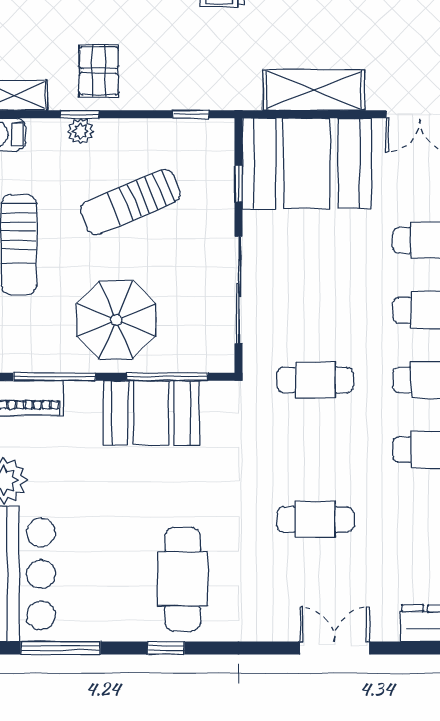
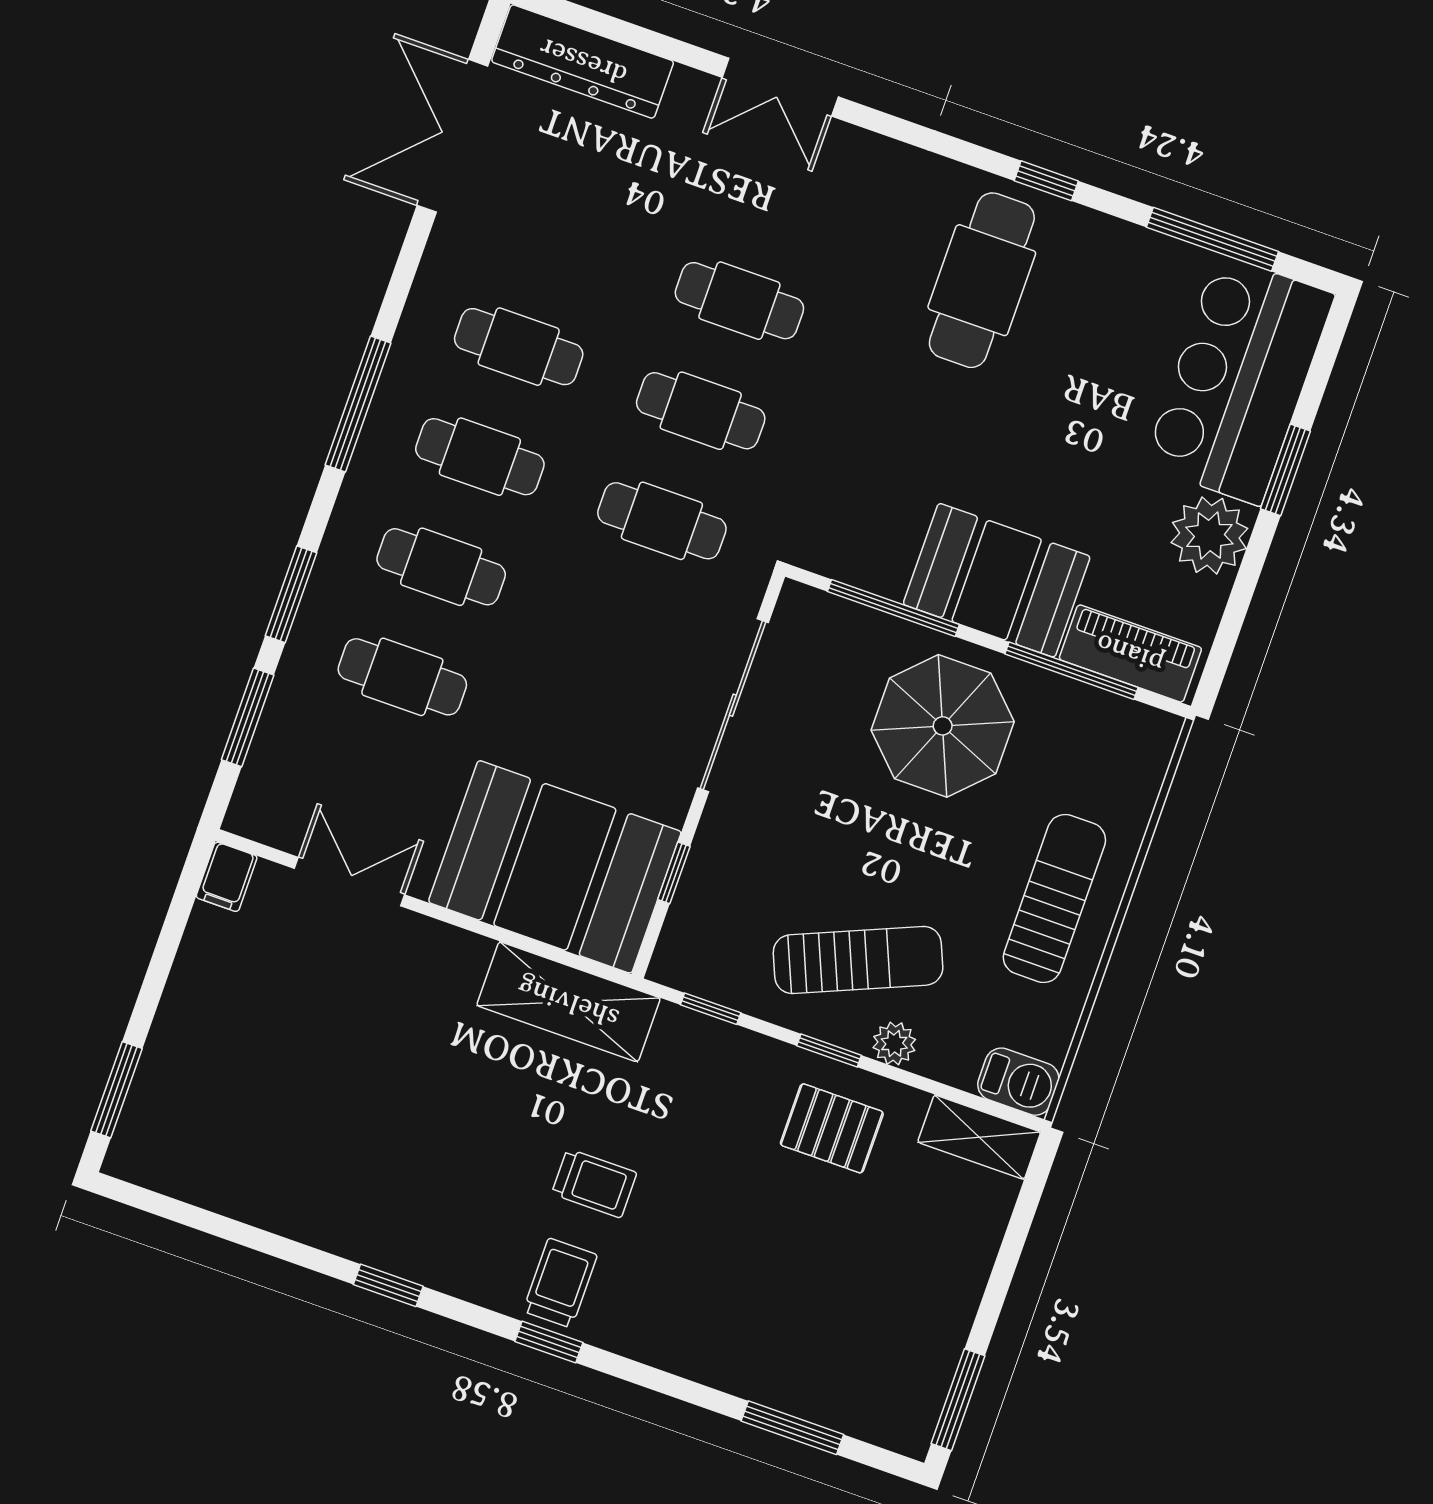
pallet: (99, 71) -> (832, 1128), turned 90
shelving: (314, 90) -> (568, 1002), moved
window: (80, 114) -> (829, 1050), moved
sun lounger: (130, 202) -> (858, 960), moved
booth: (151, 413) -> (997, 580), moved
cafe table: (315, 450) -> (701, 411), added

